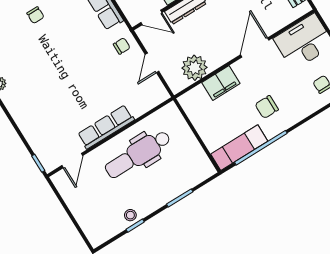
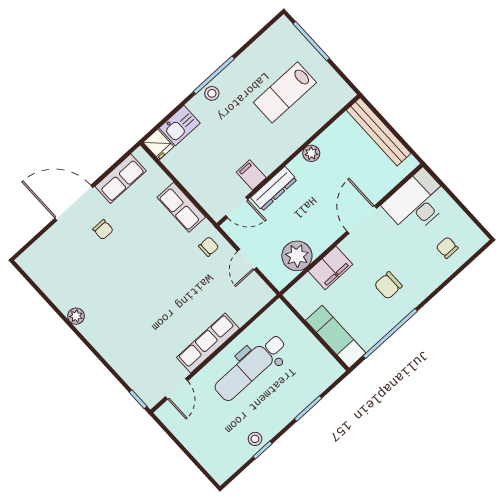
exam couch: (239, 148) -> (336, 337), moved, turned 90

